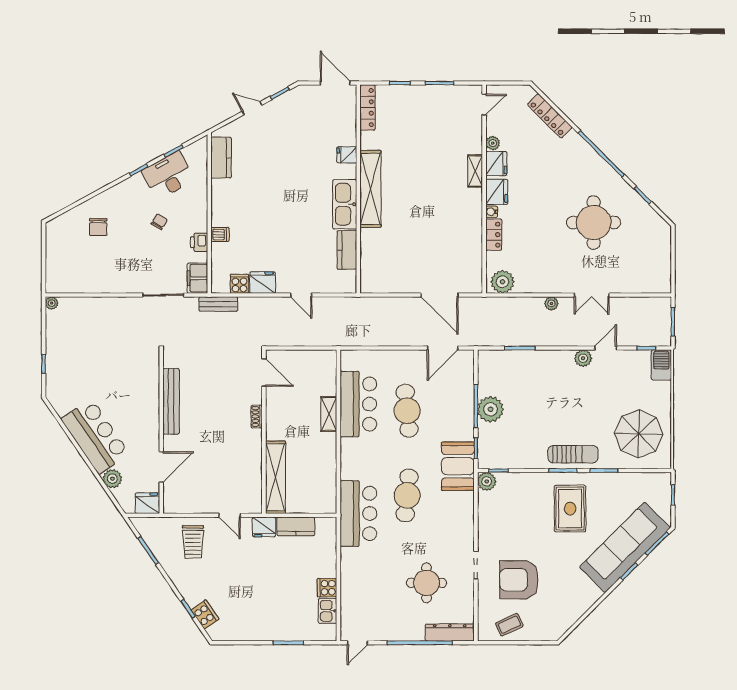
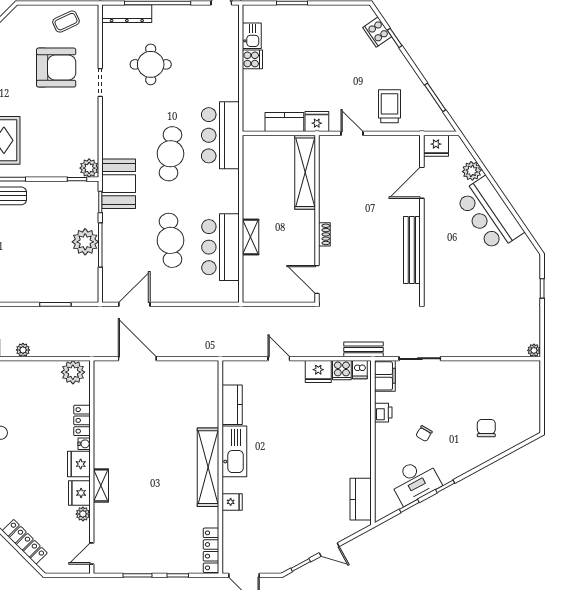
dishwasher: (220, 234) -> (360, 370), moved, turned -90

